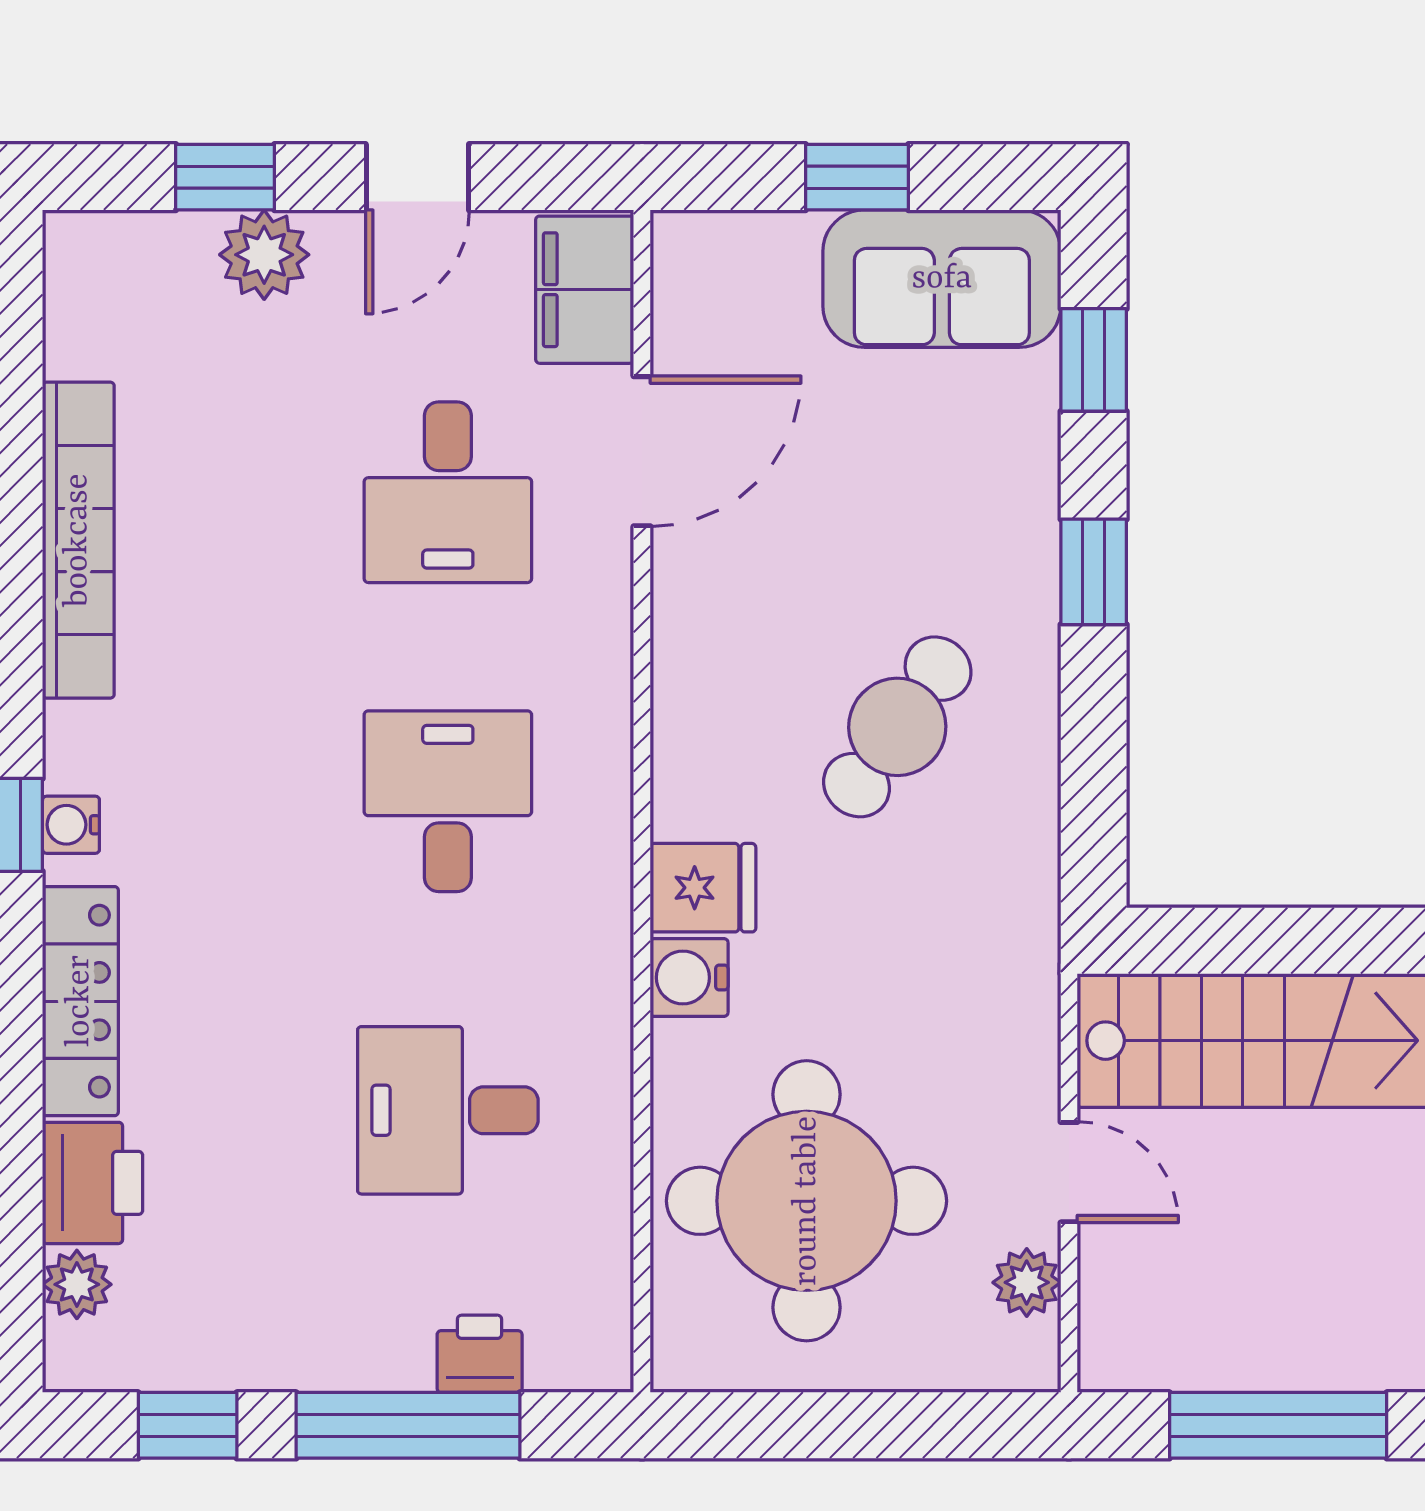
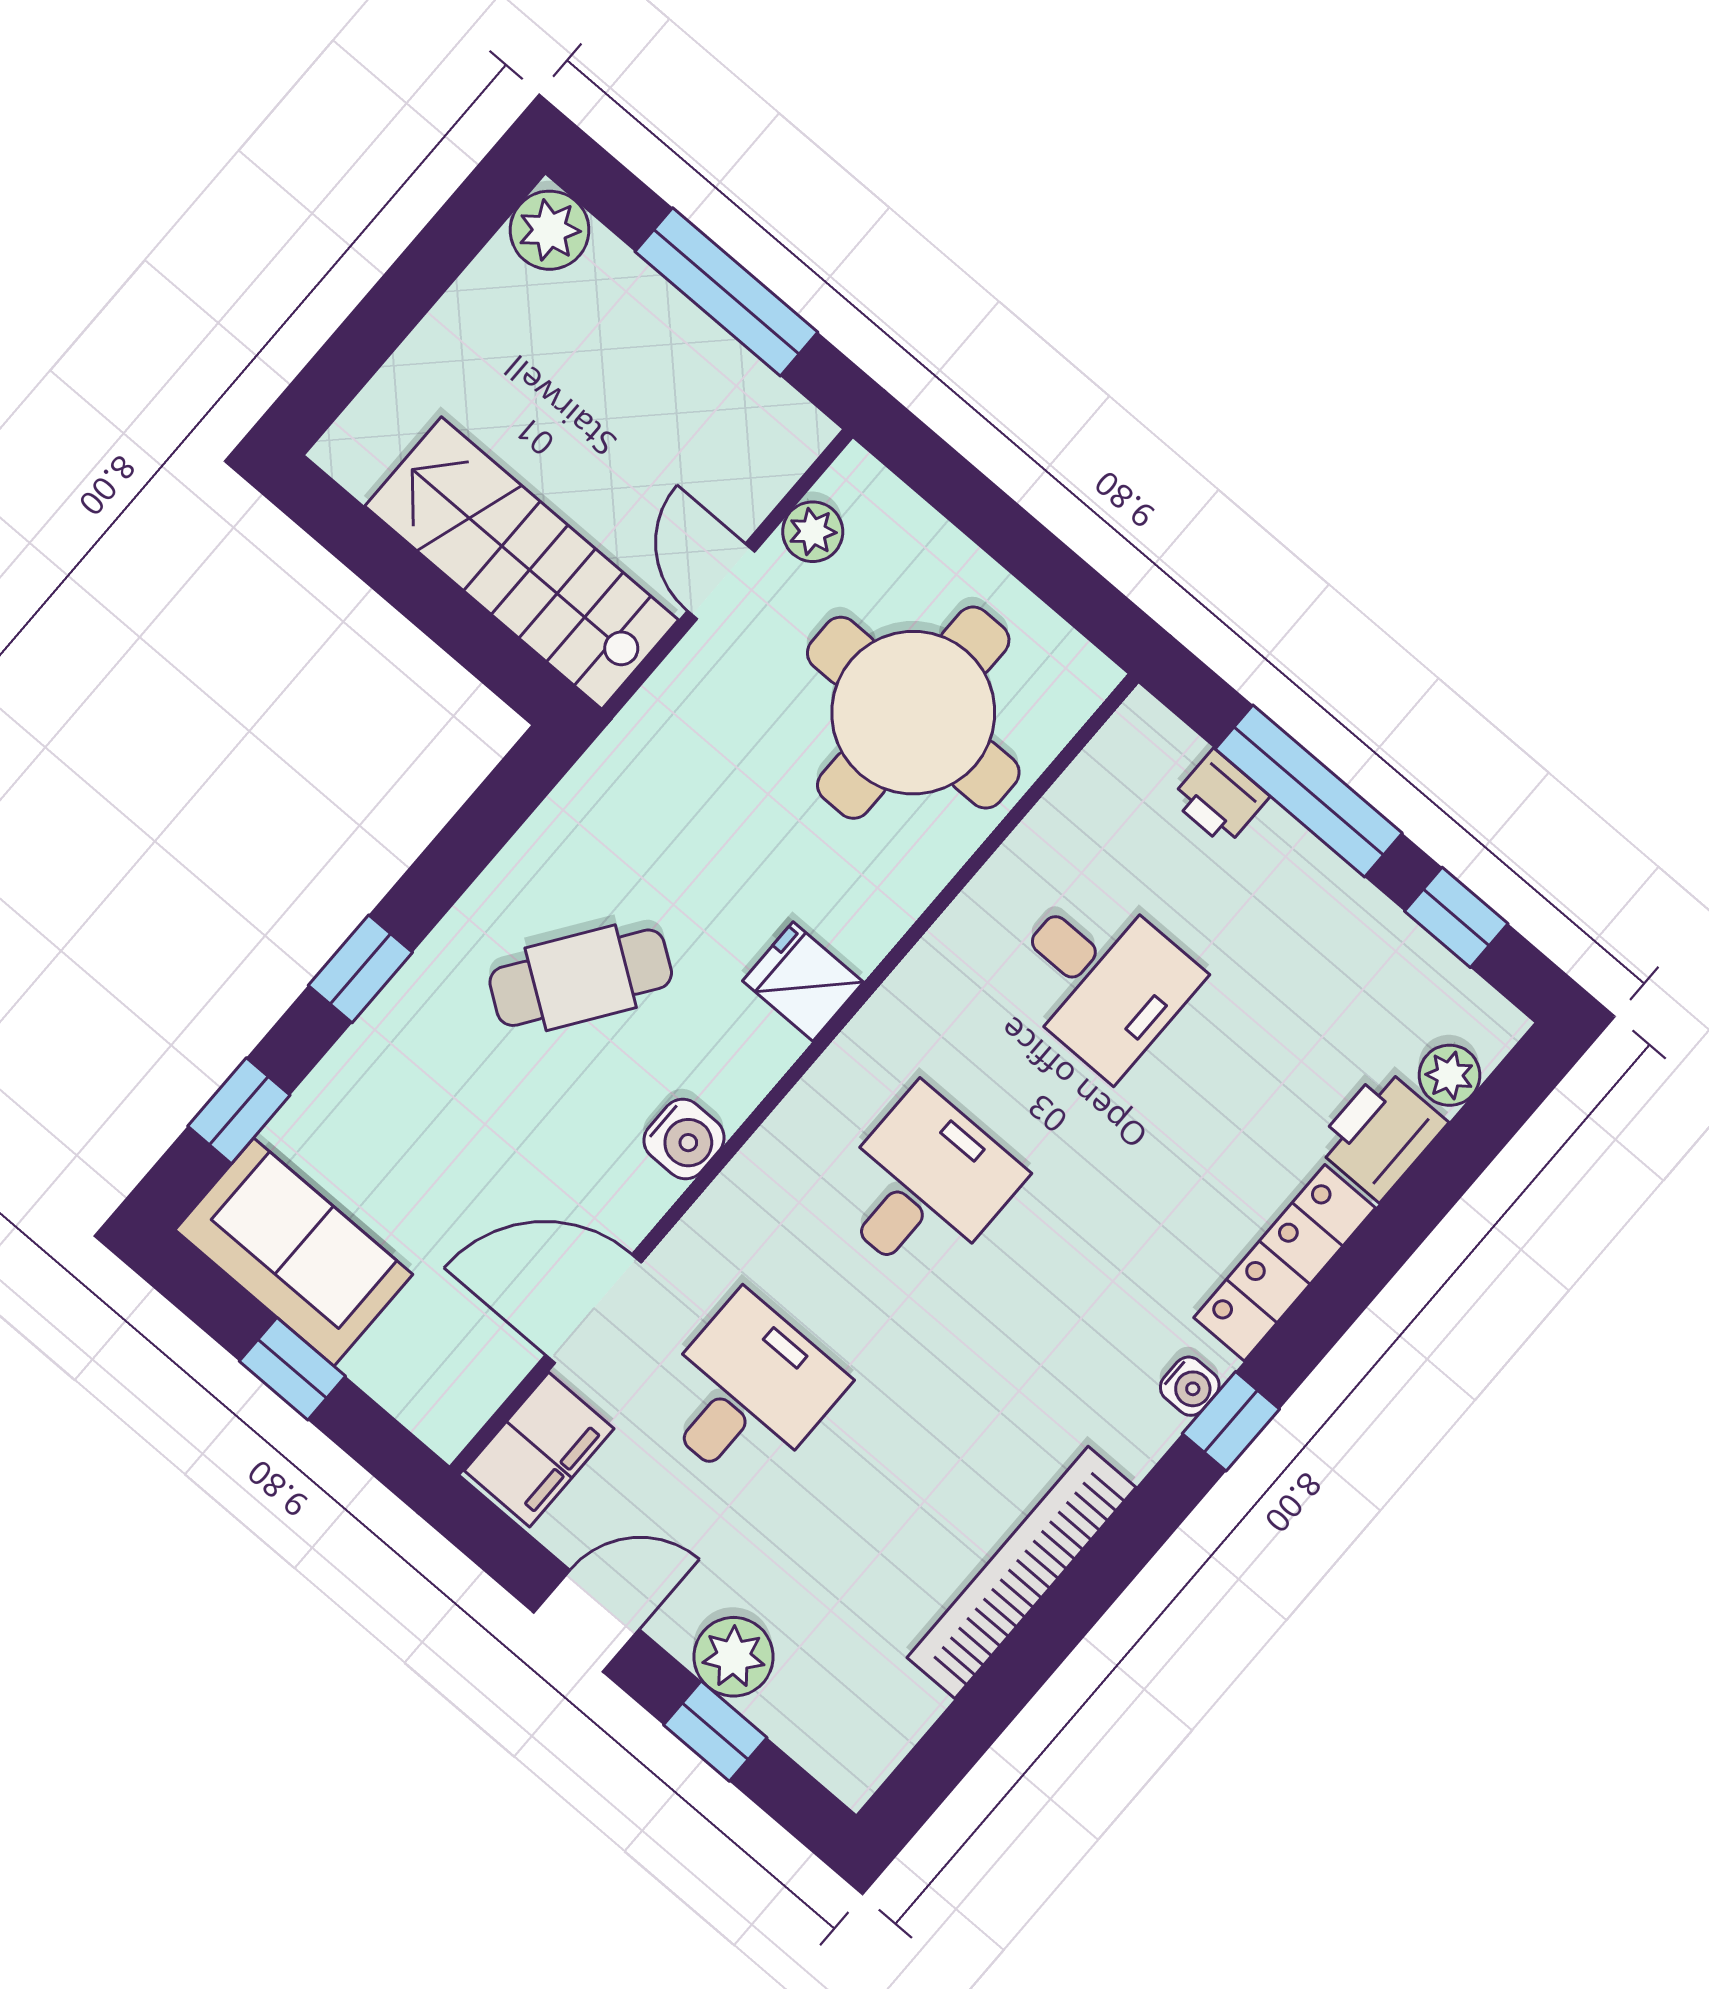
desk: (448, 801) -> (924, 1186), turned 180
water cooler: (689, 978) -> (684, 1139), moved

